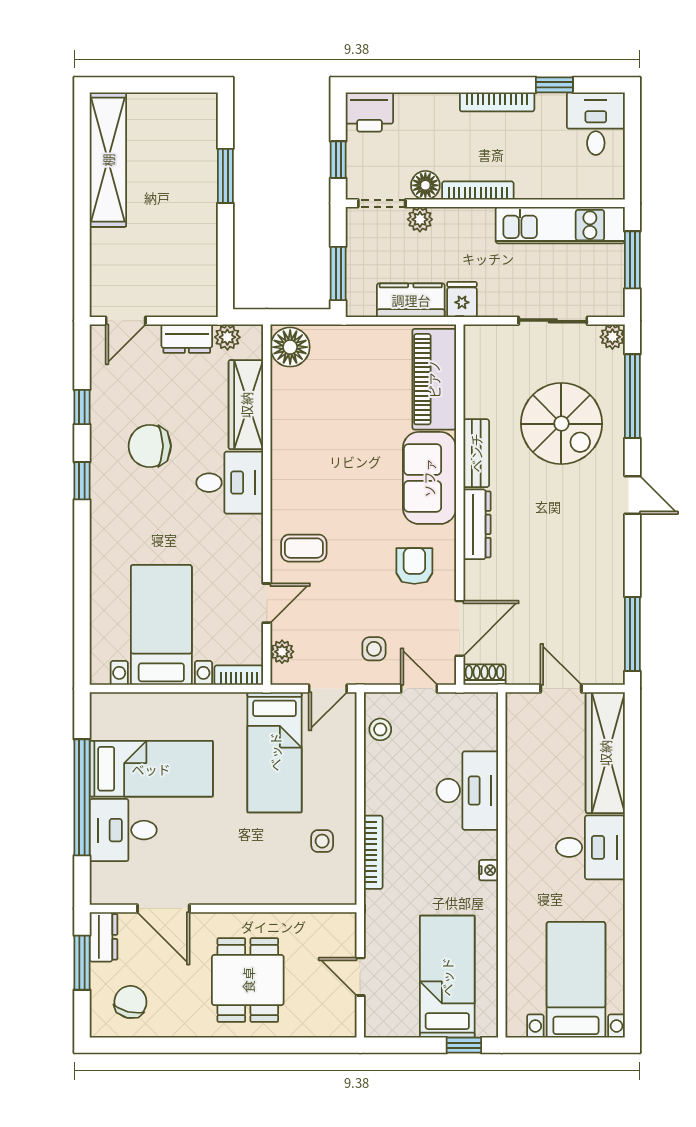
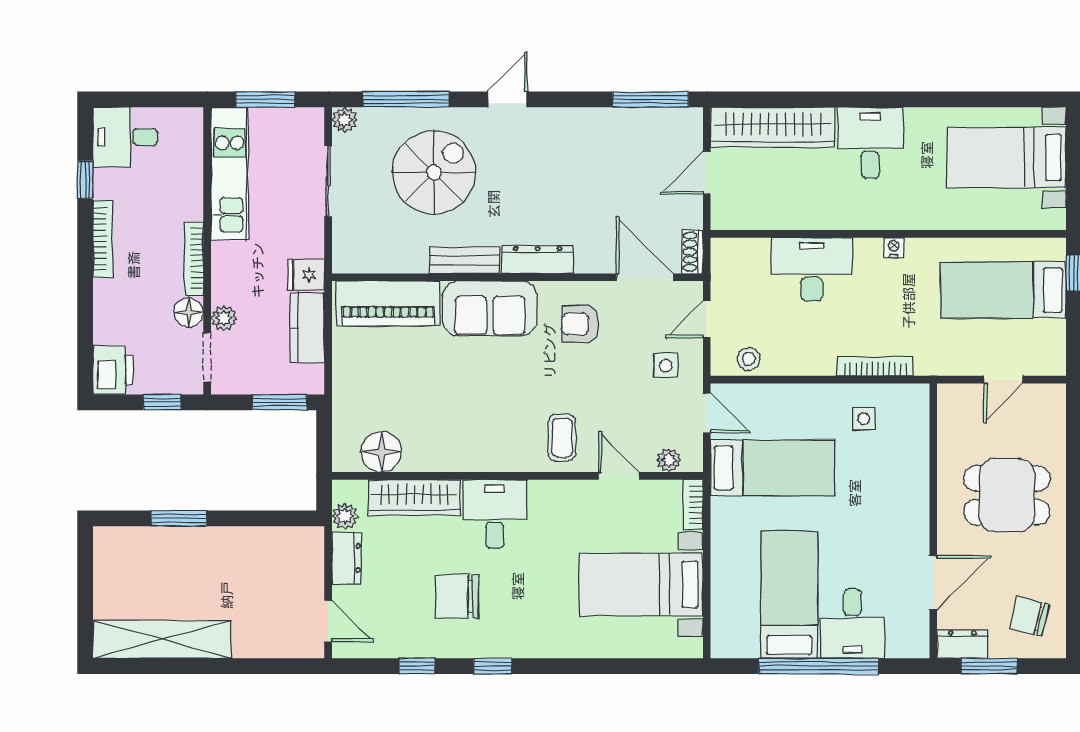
floor lamp: (290, 347) -> (381, 452), moved
chair: (150, 446) -> (457, 596), turned 90

